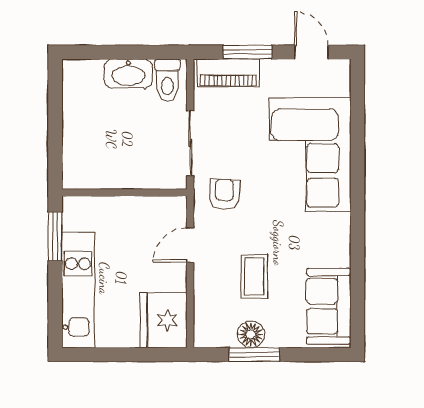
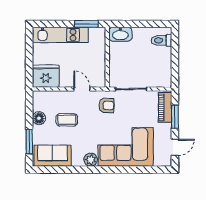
washbasin: (128, 74) -> (120, 34), moved, turned -90
toilet: (167, 80) -> (161, 40), moved
plant: (337, 227) -> (91, 160), added
window: (254, 355) -> (29, 142), moved

